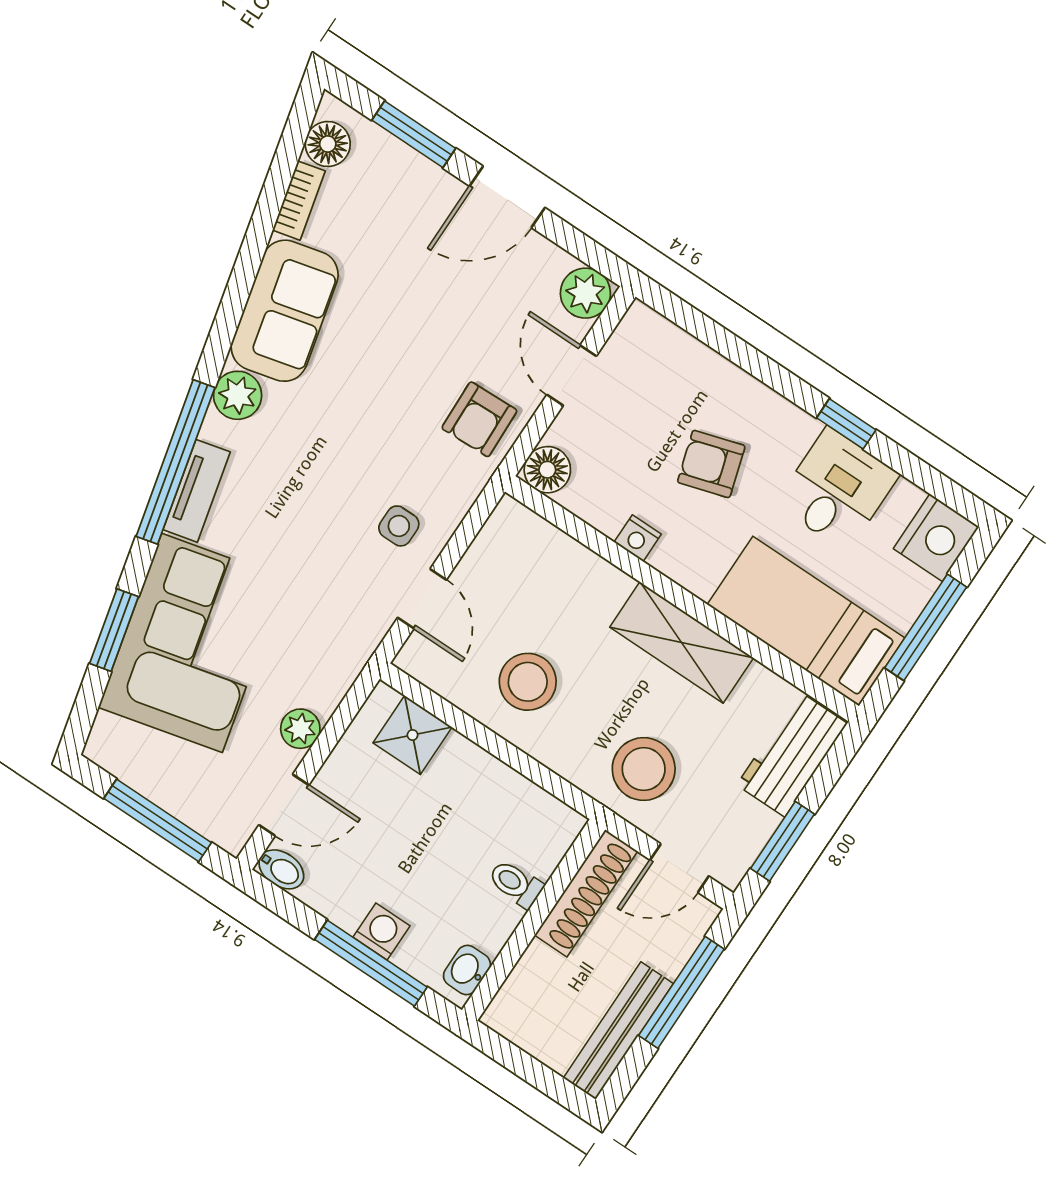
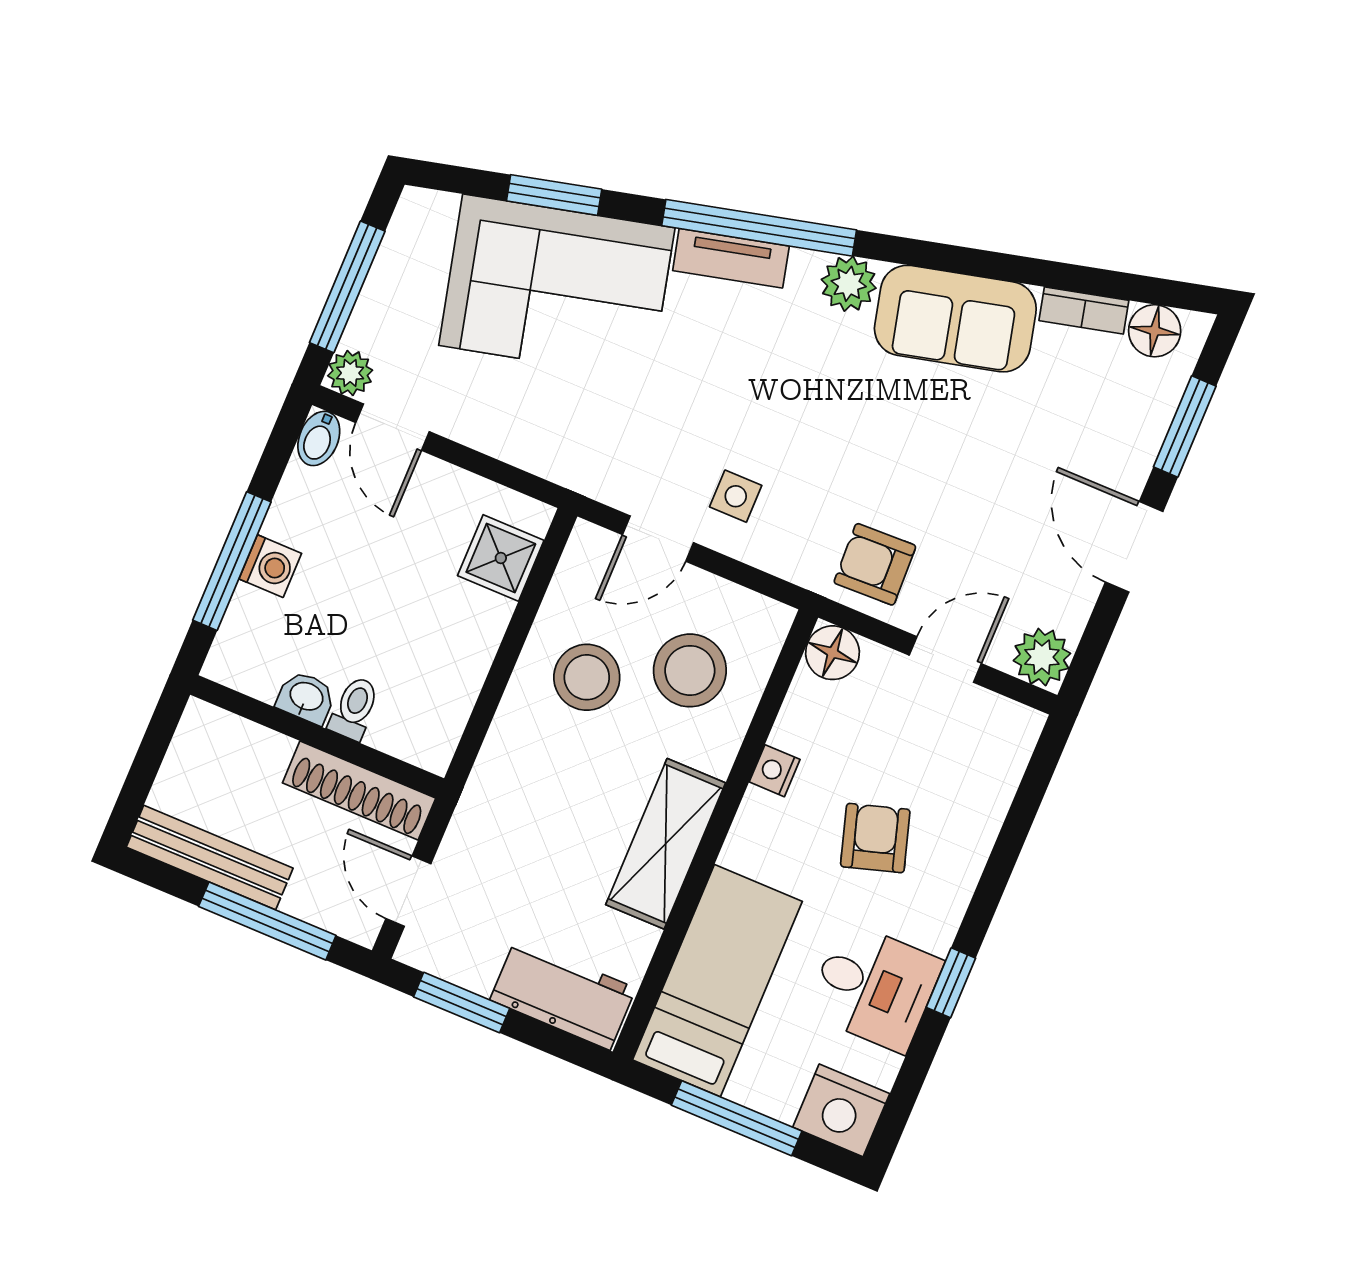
plant: (300, 729) -> (350, 373), moved
stool: (644, 769) -> (690, 670), moved
washbasin: (467, 970) -> (306, 697), moved

